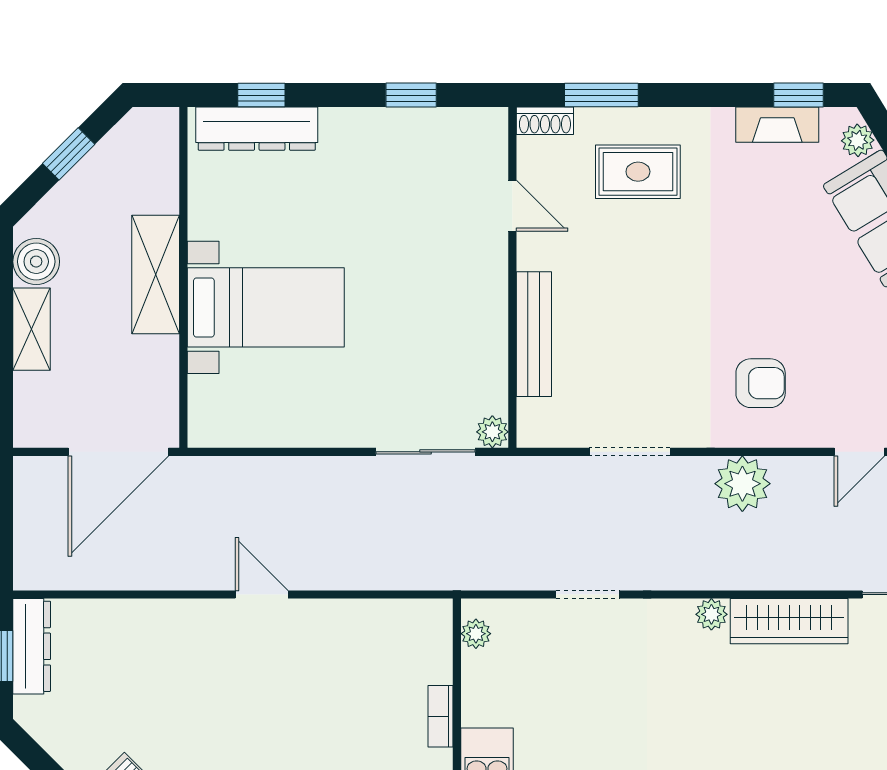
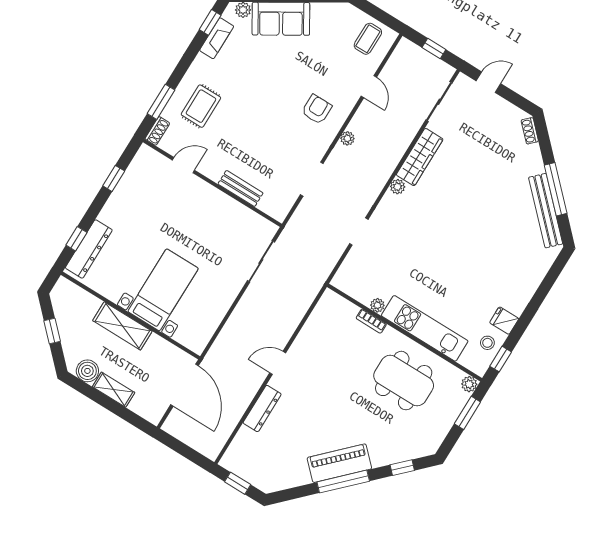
bench: (534, 334) -> (241, 188), width x0.73
plant: (492, 432) -> (270, 229), removed
plant: (742, 484) -> (347, 138), width x0.53, depth x0.53
plant: (476, 634) -> (377, 305), moved
dresser: (32, 646) -> (262, 408), moved, turned 90

